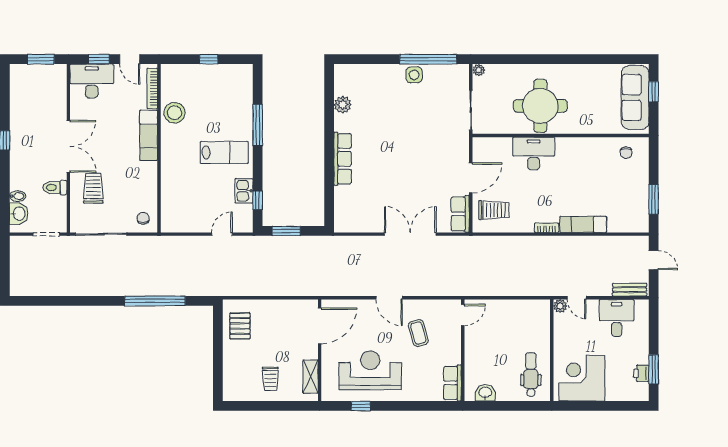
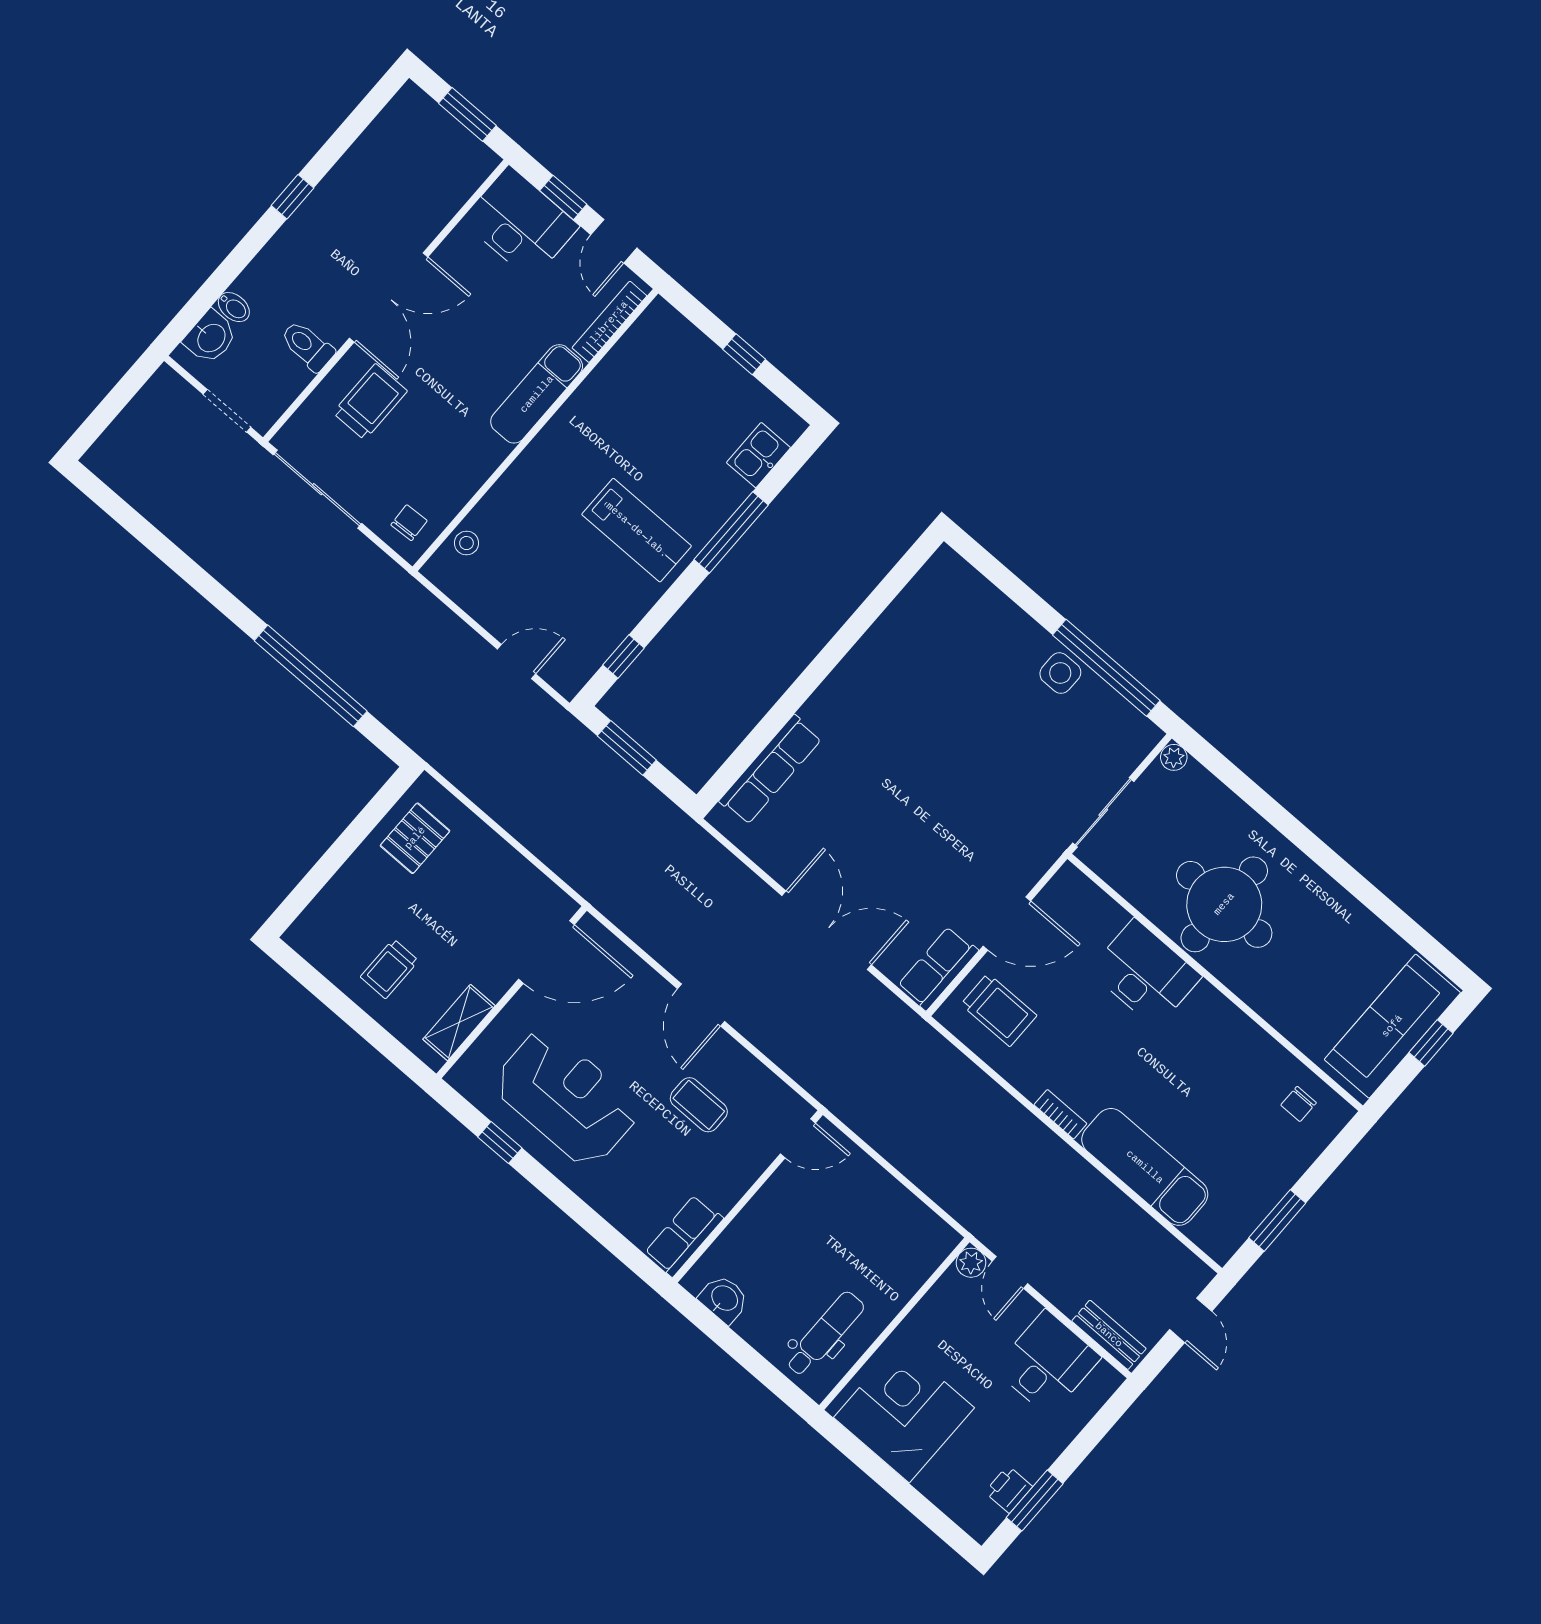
plant: (343, 105) -> (900, 620), removed
stool: (175, 113) -> (466, 543), moved, width x0.53, depth x0.53
row of seats: (343, 159) -> (770, 770), moved
kitchen sink: (244, 191) -> (758, 455), moved
exam couch: (583, 224) -> (1145, 1167), width x1.36, depth x1.45
coffee table: (418, 333) -> (699, 1105), turned -74

